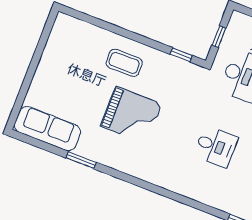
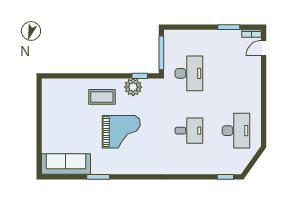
window: (219, 37) -> (161, 53), width x2.17
plant: (167, 66) -> (133, 87), added

